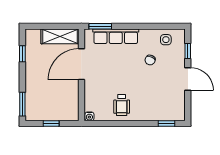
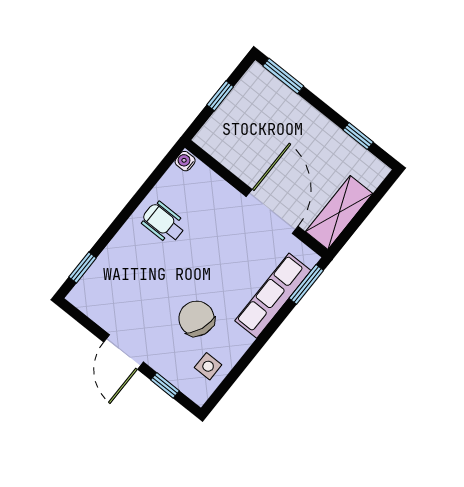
chair: (150, 60) -> (197, 319), width x1.87, depth x1.87
door: (188, 79) -> (123, 352), hinge flipped

